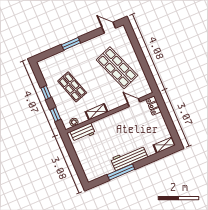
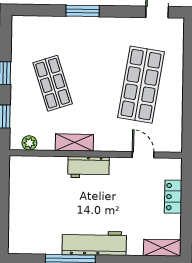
shop shelf: (117, 68) -> (141, 85), turned 30
locker: (154, 106) -> (173, 197), moved
workbench: (83, 132) -> (88, 167), moved

